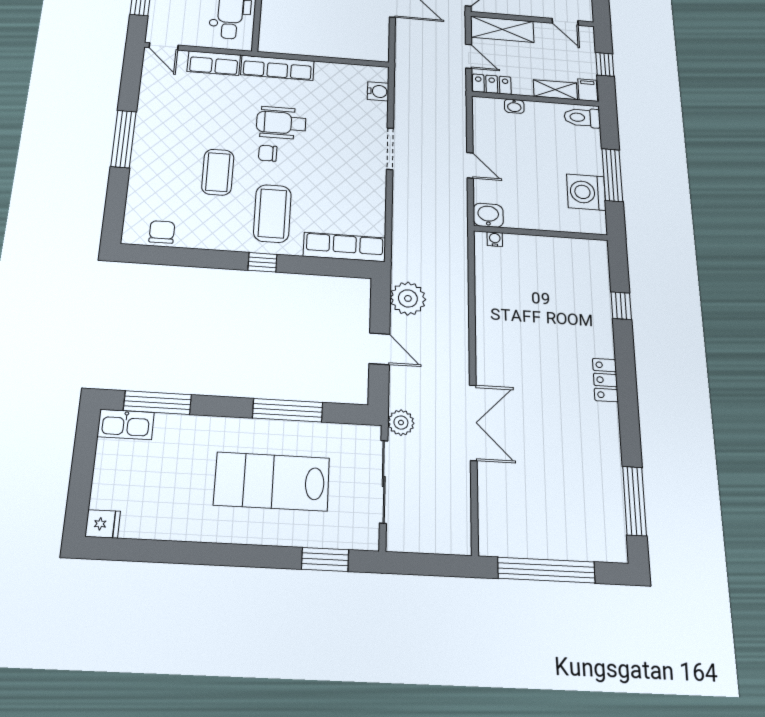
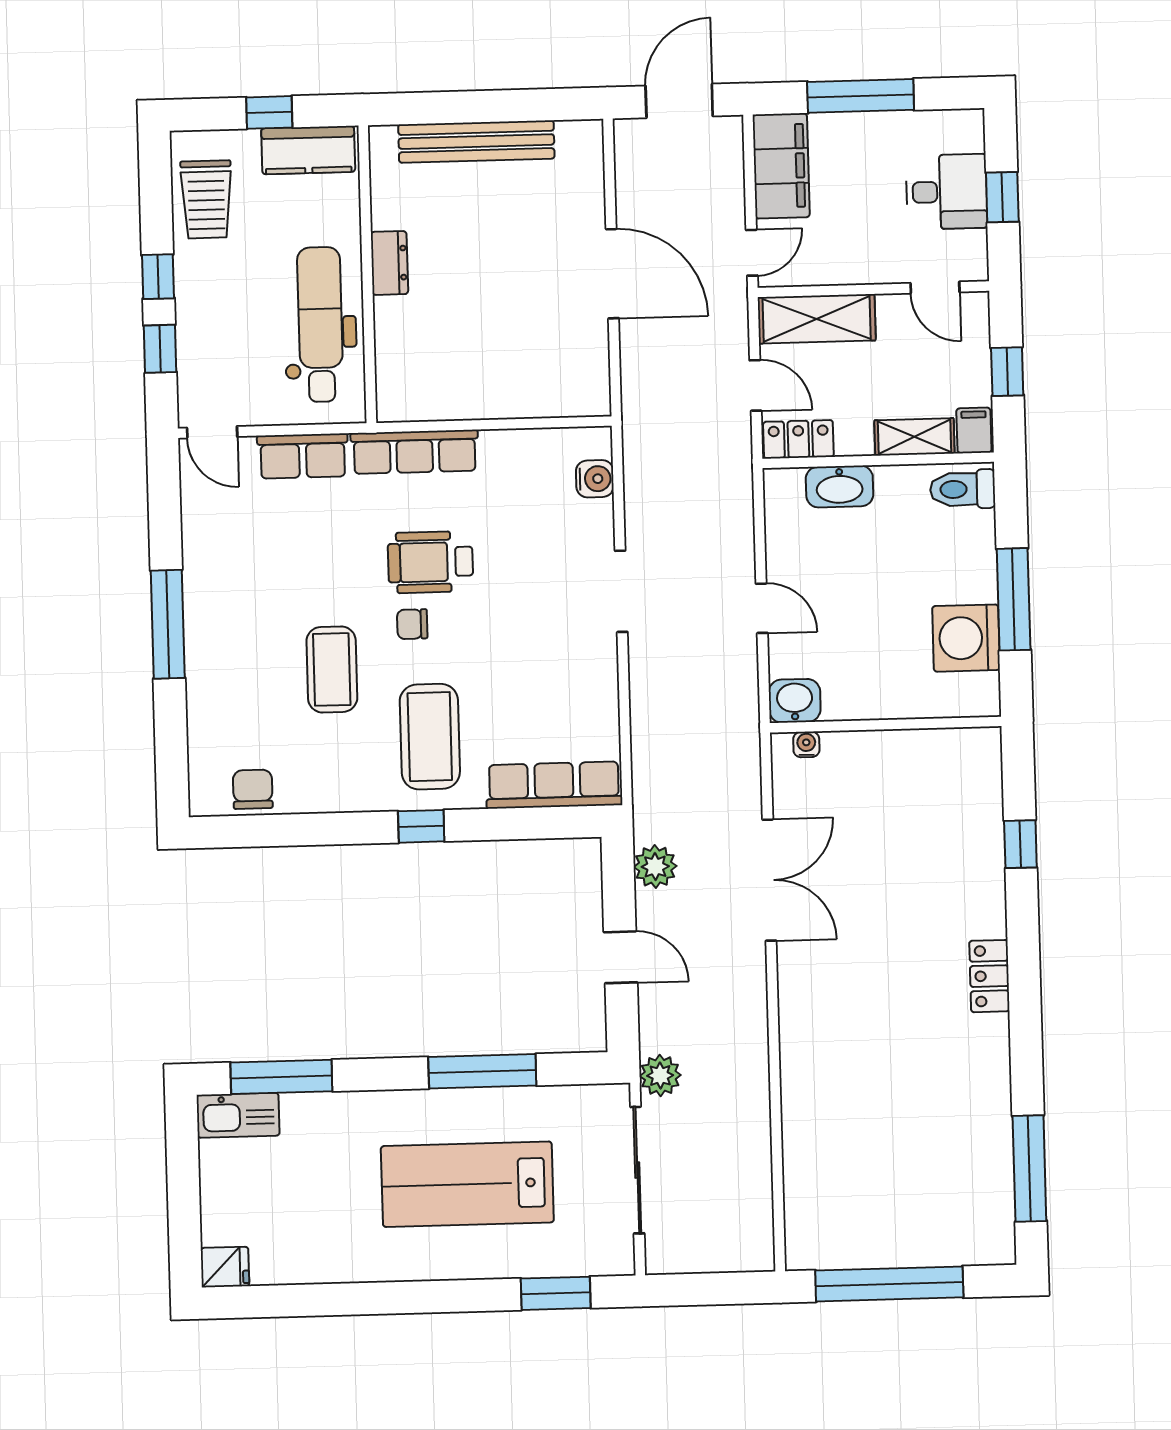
washbasin: (514, 106) -> (840, 487), width x1.91, depth x1.45
plant: (408, 298) -> (655, 867), width x0.73, depth x0.73
double door: (473, 423) -> (769, 880), moved

